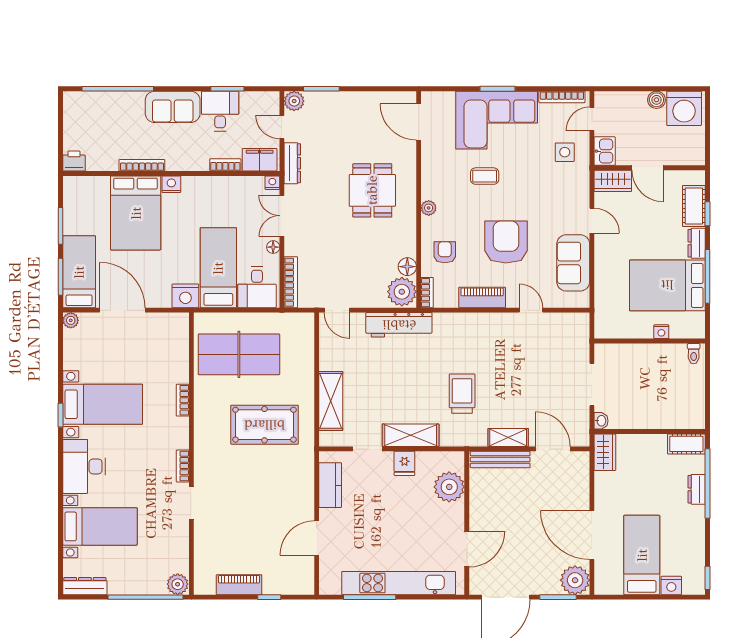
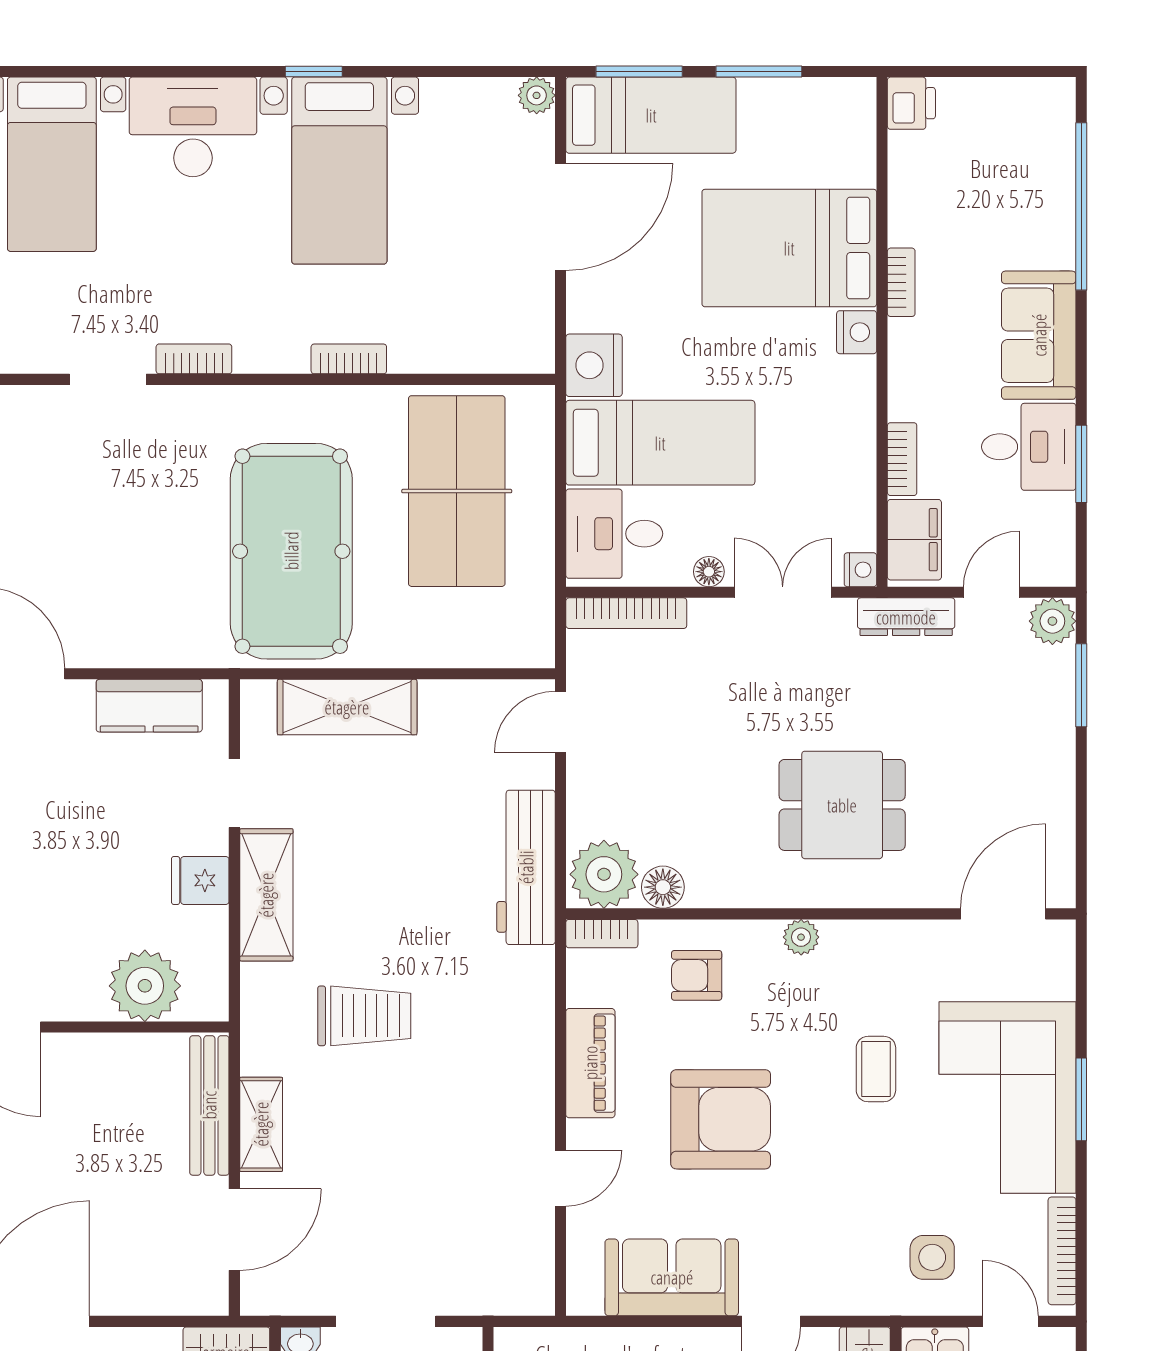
bookcase: (142, 165) -> (901, 282), width x0.64
armchair: (445, 252) -> (697, 975), turned 180
pool table: (264, 425) -> (291, 551), width x1.36, depth x1.32

